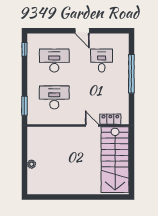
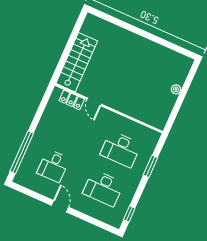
window: (131, 74) -> (22, 152), moved
window: (25, 106) -> (150, 166), moved
stairs: (115, 160) -> (77, 62), width x0.73, depth x0.66

